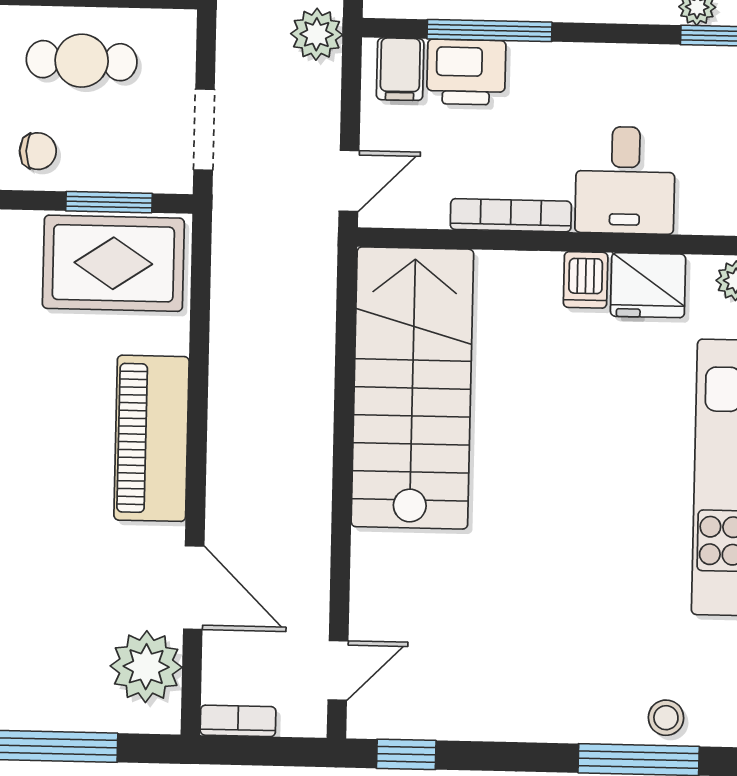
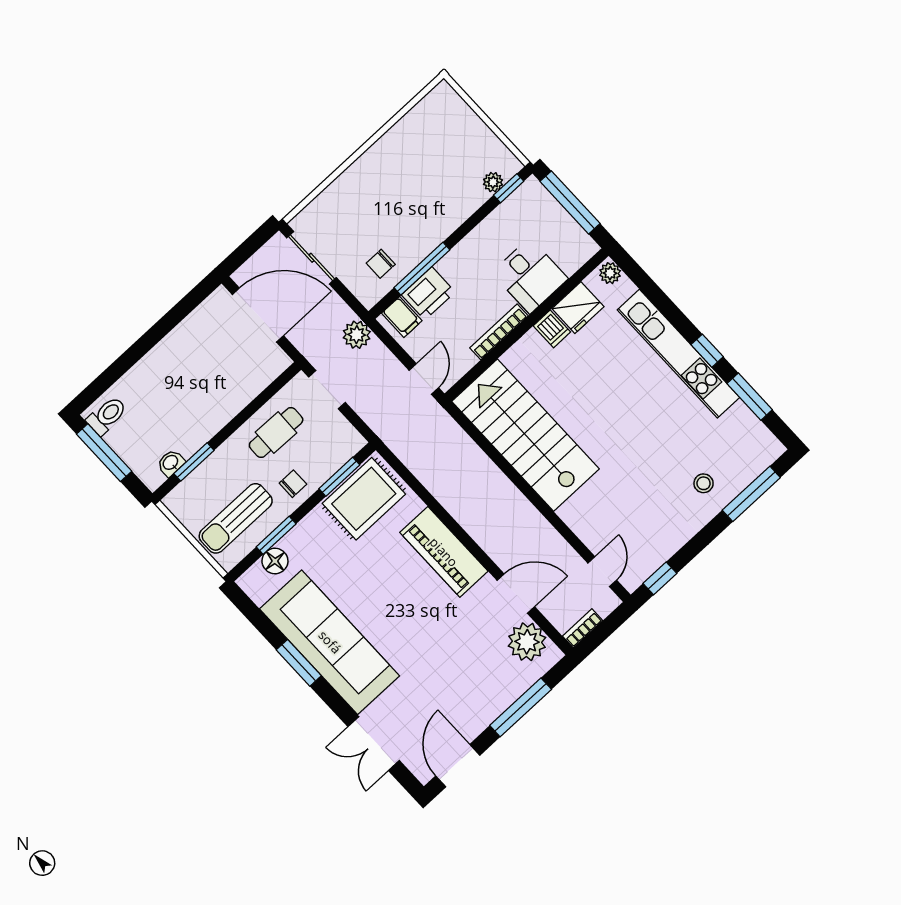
doorway: (204, 130) -> (327, 390), moved
stool: (666, 718) -> (704, 483), moved

